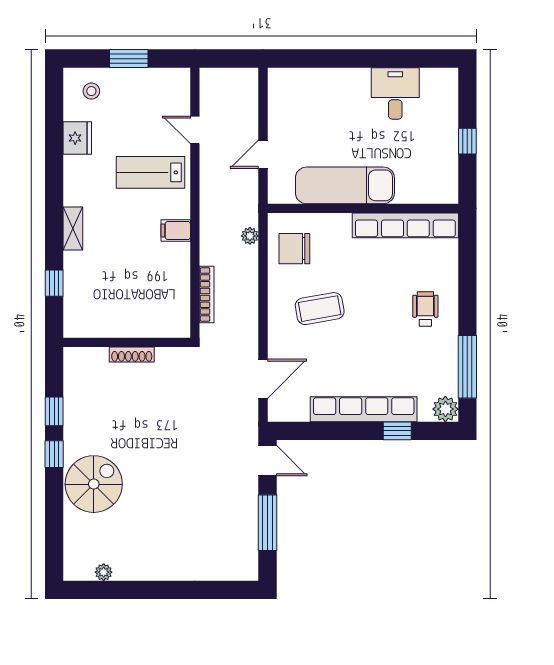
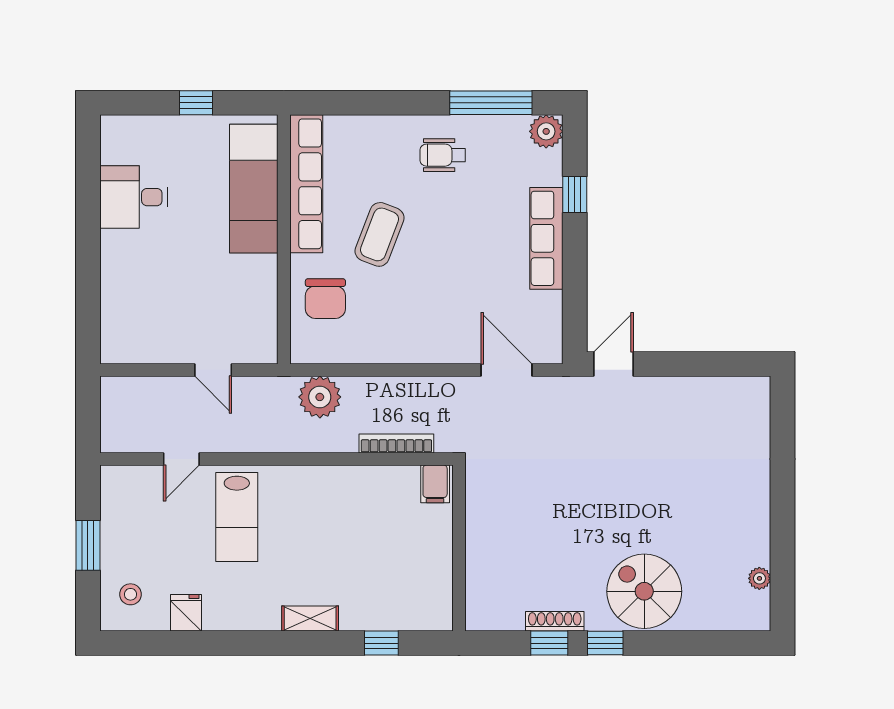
fridge: (77, 138) -> (186, 613), width x0.72
exam couch: (345, 185) -> (254, 189), moved
filing cabinet: (176, 231) -> (435, 484), moved
plant: (250, 236) -> (320, 397), width x1.87, depth x1.87
chair: (294, 249) -> (325, 299), moved
coffee table: (320, 309) -> (380, 234), moved, turned 31
wheelchair: (425, 309) -> (443, 155), moved
shoe rack: (132, 354) -> (555, 621), moved, turned -90
row of seats: (364, 409) -> (546, 238), width x0.73
window: (268, 523) -> (695, 364), removed

